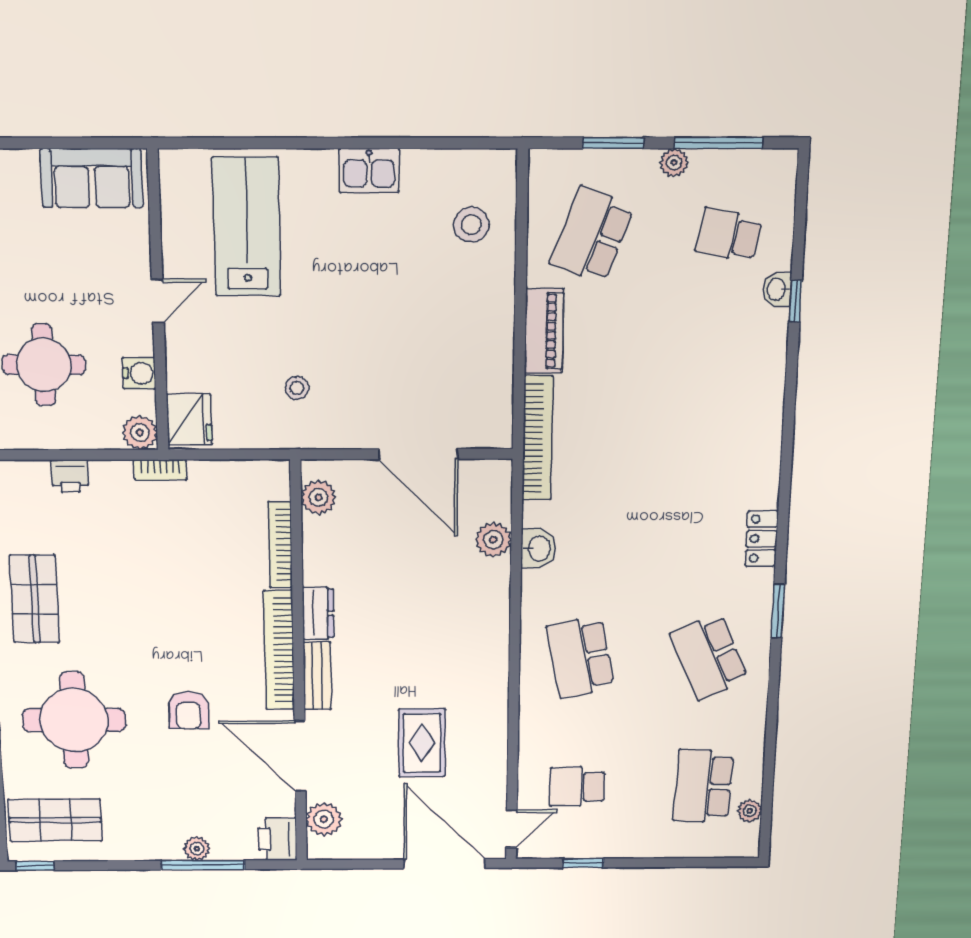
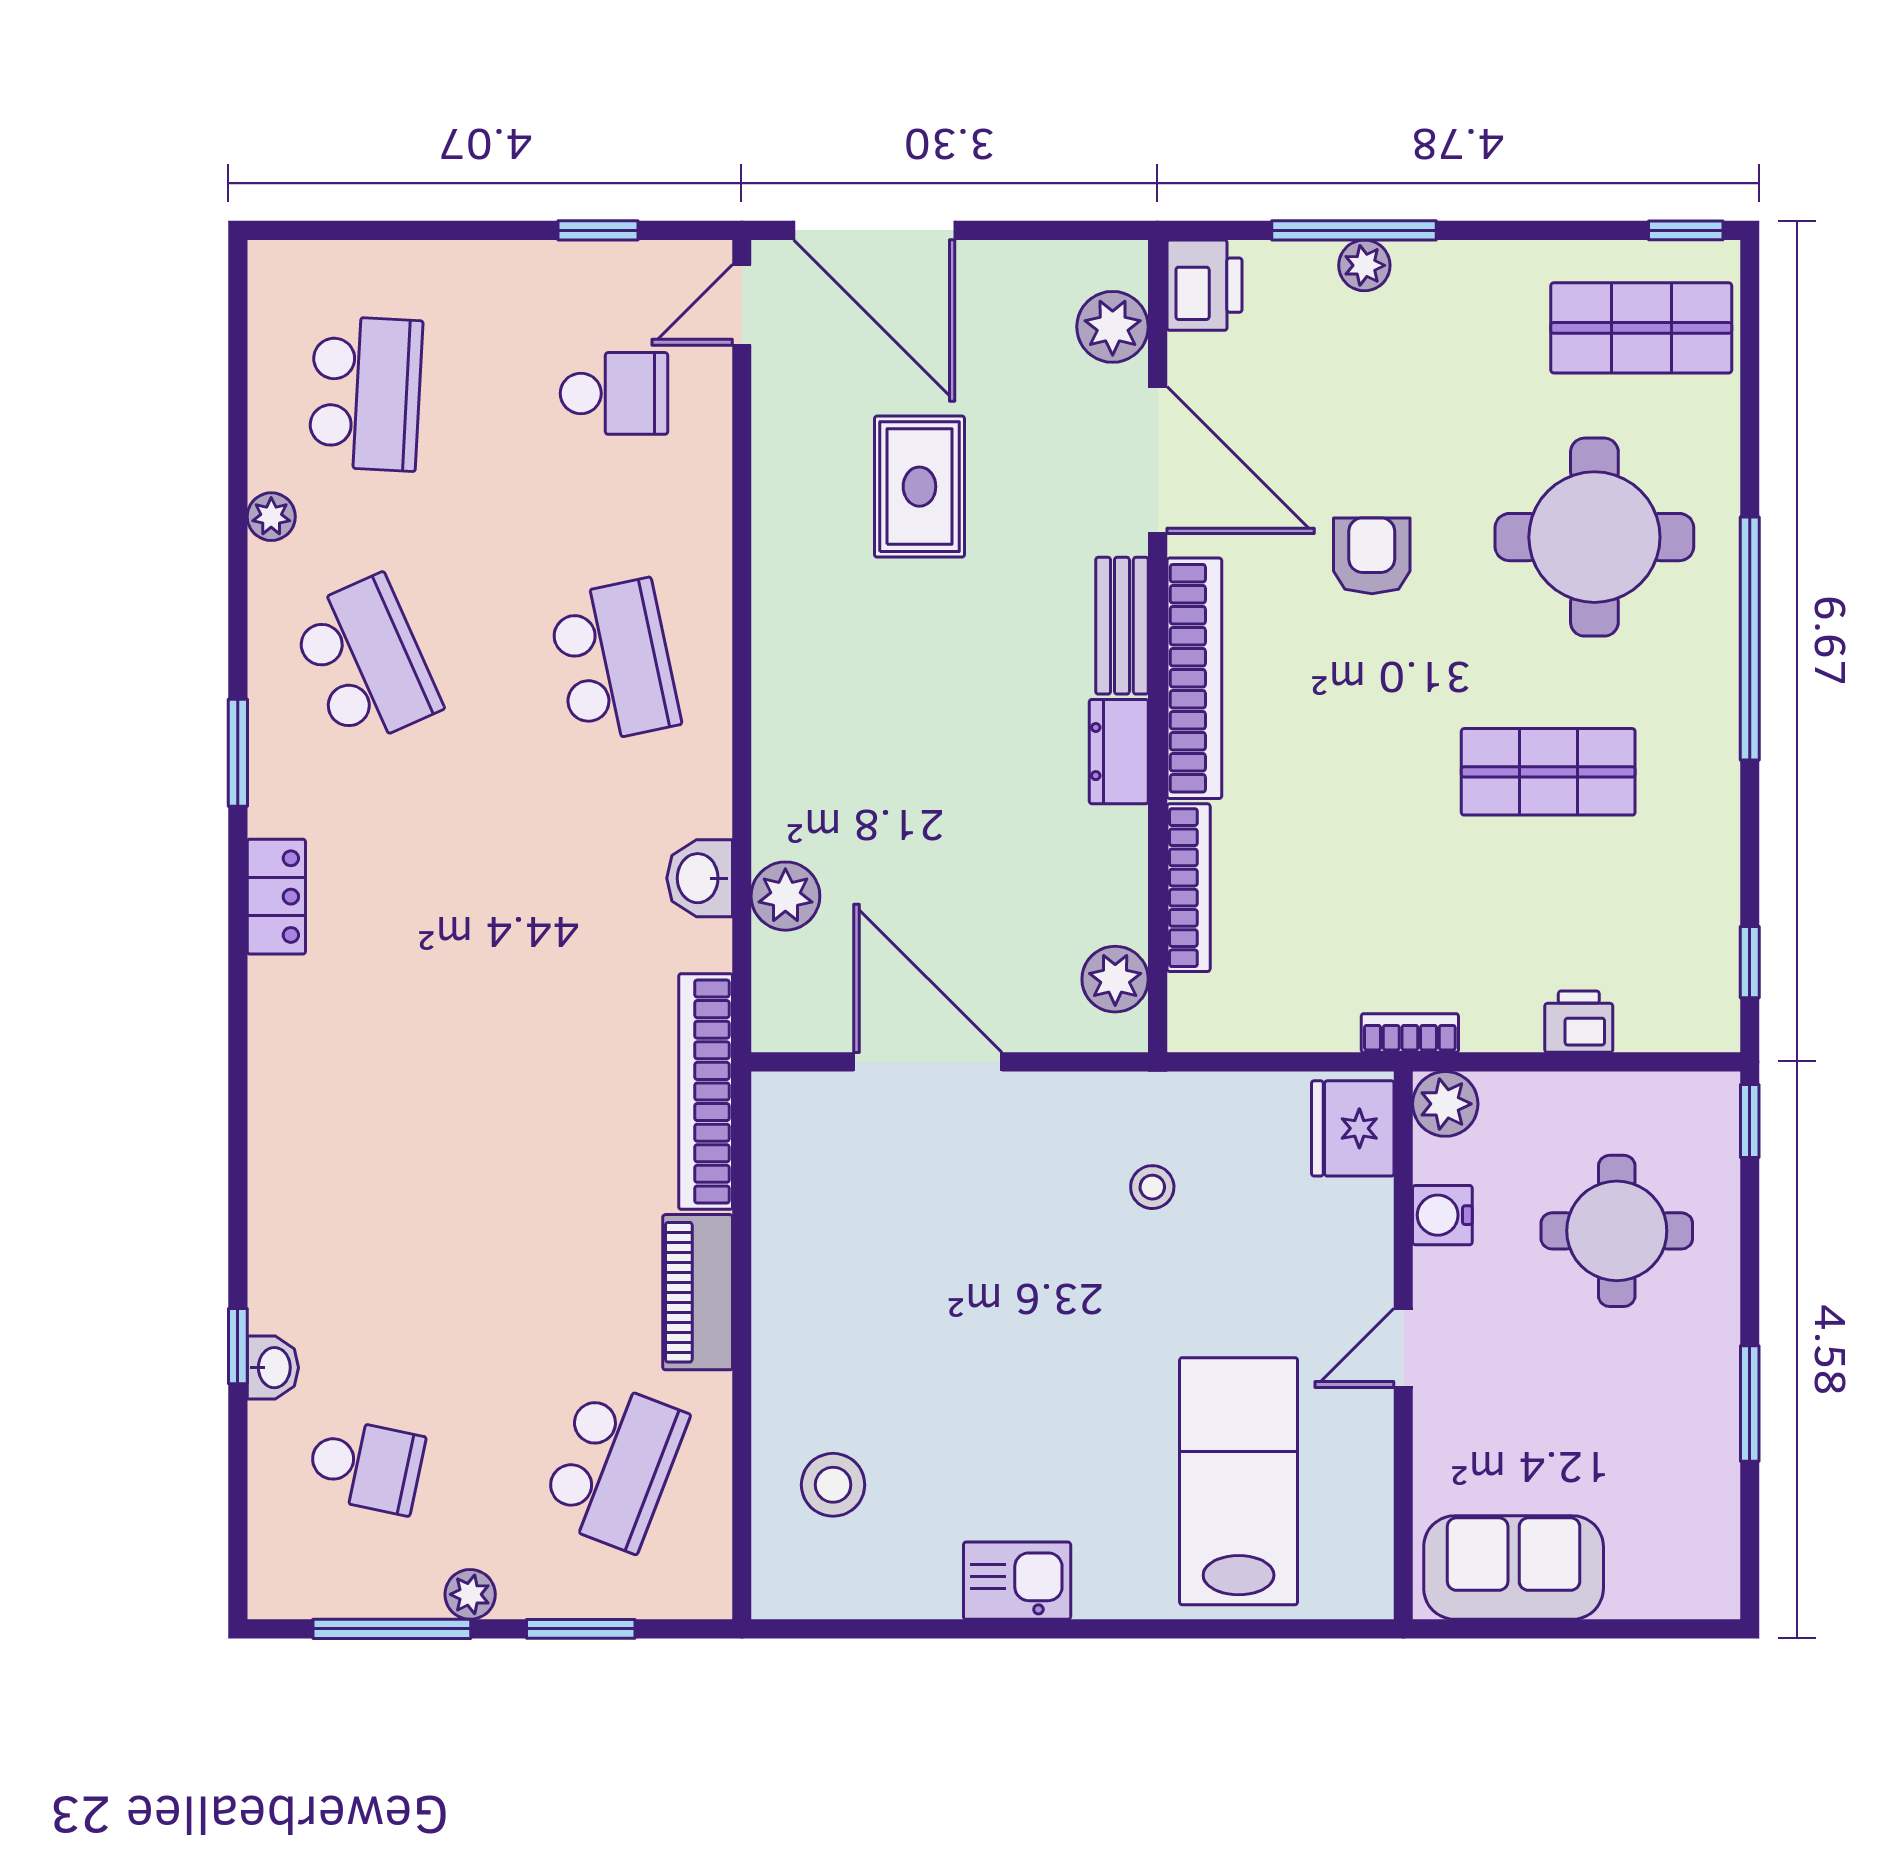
lab bench: (247, 227) -> (1239, 1481), turned 180
shop shelf: (35, 599) -> (1548, 772), moved, turned 90
plant: (750, 811) -> (271, 517), moved

